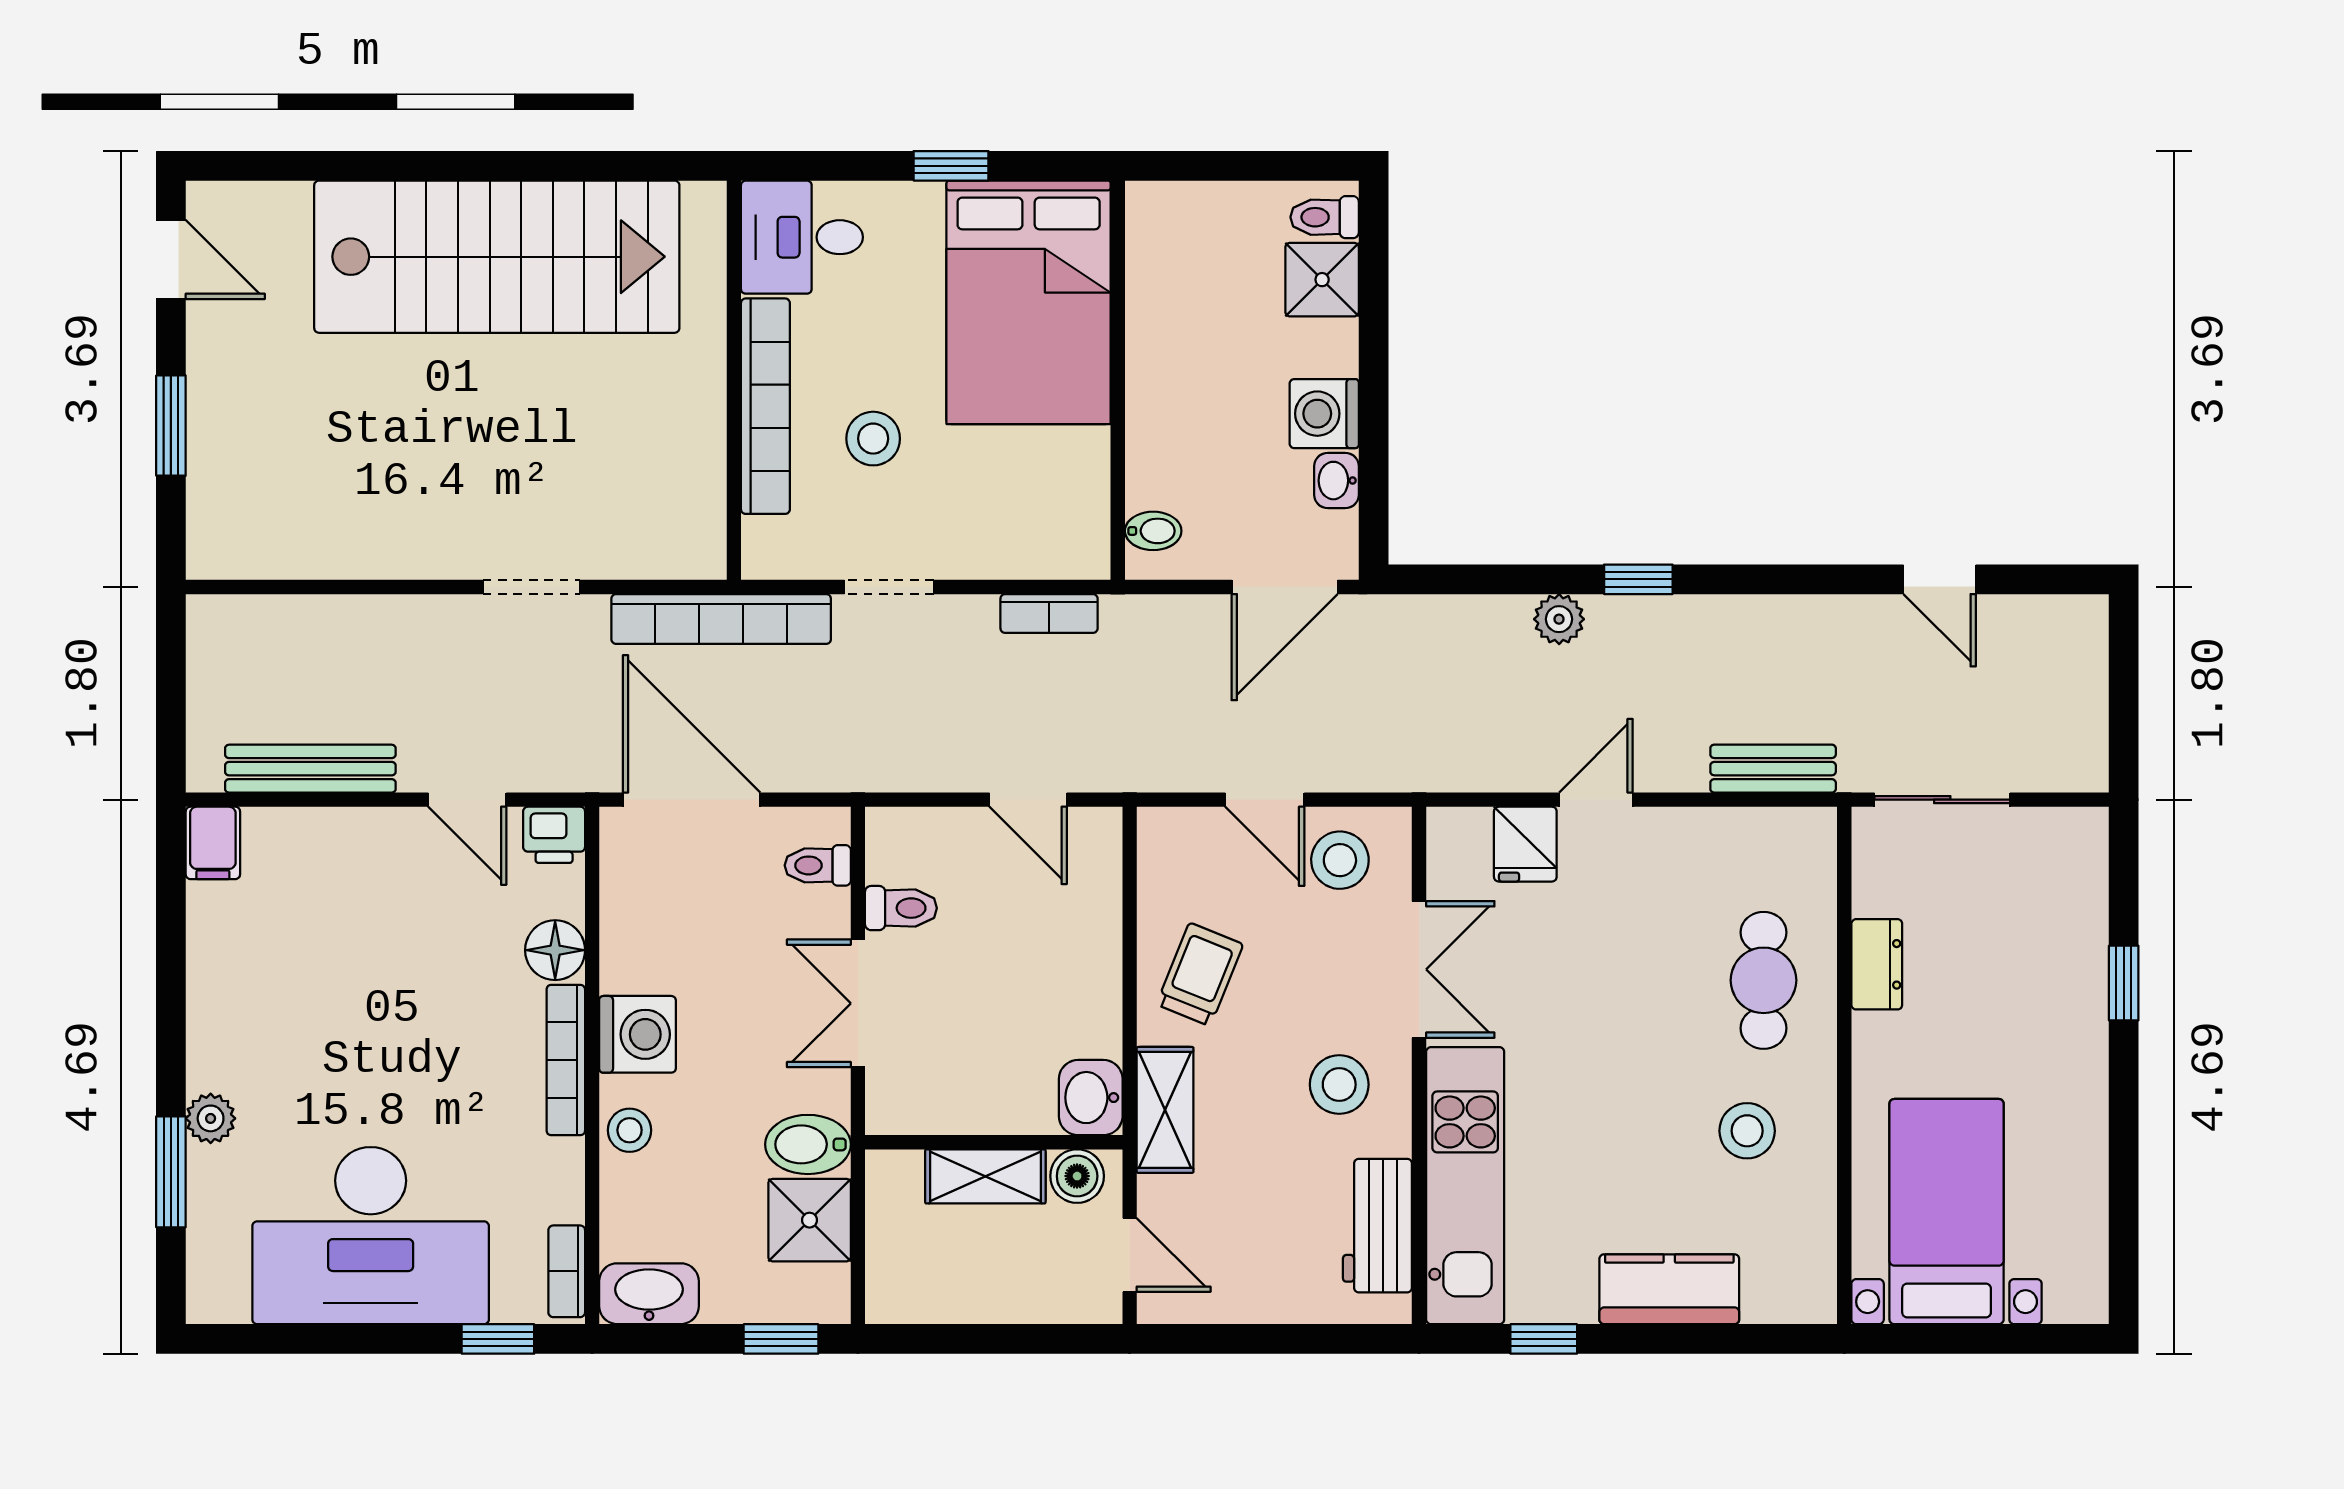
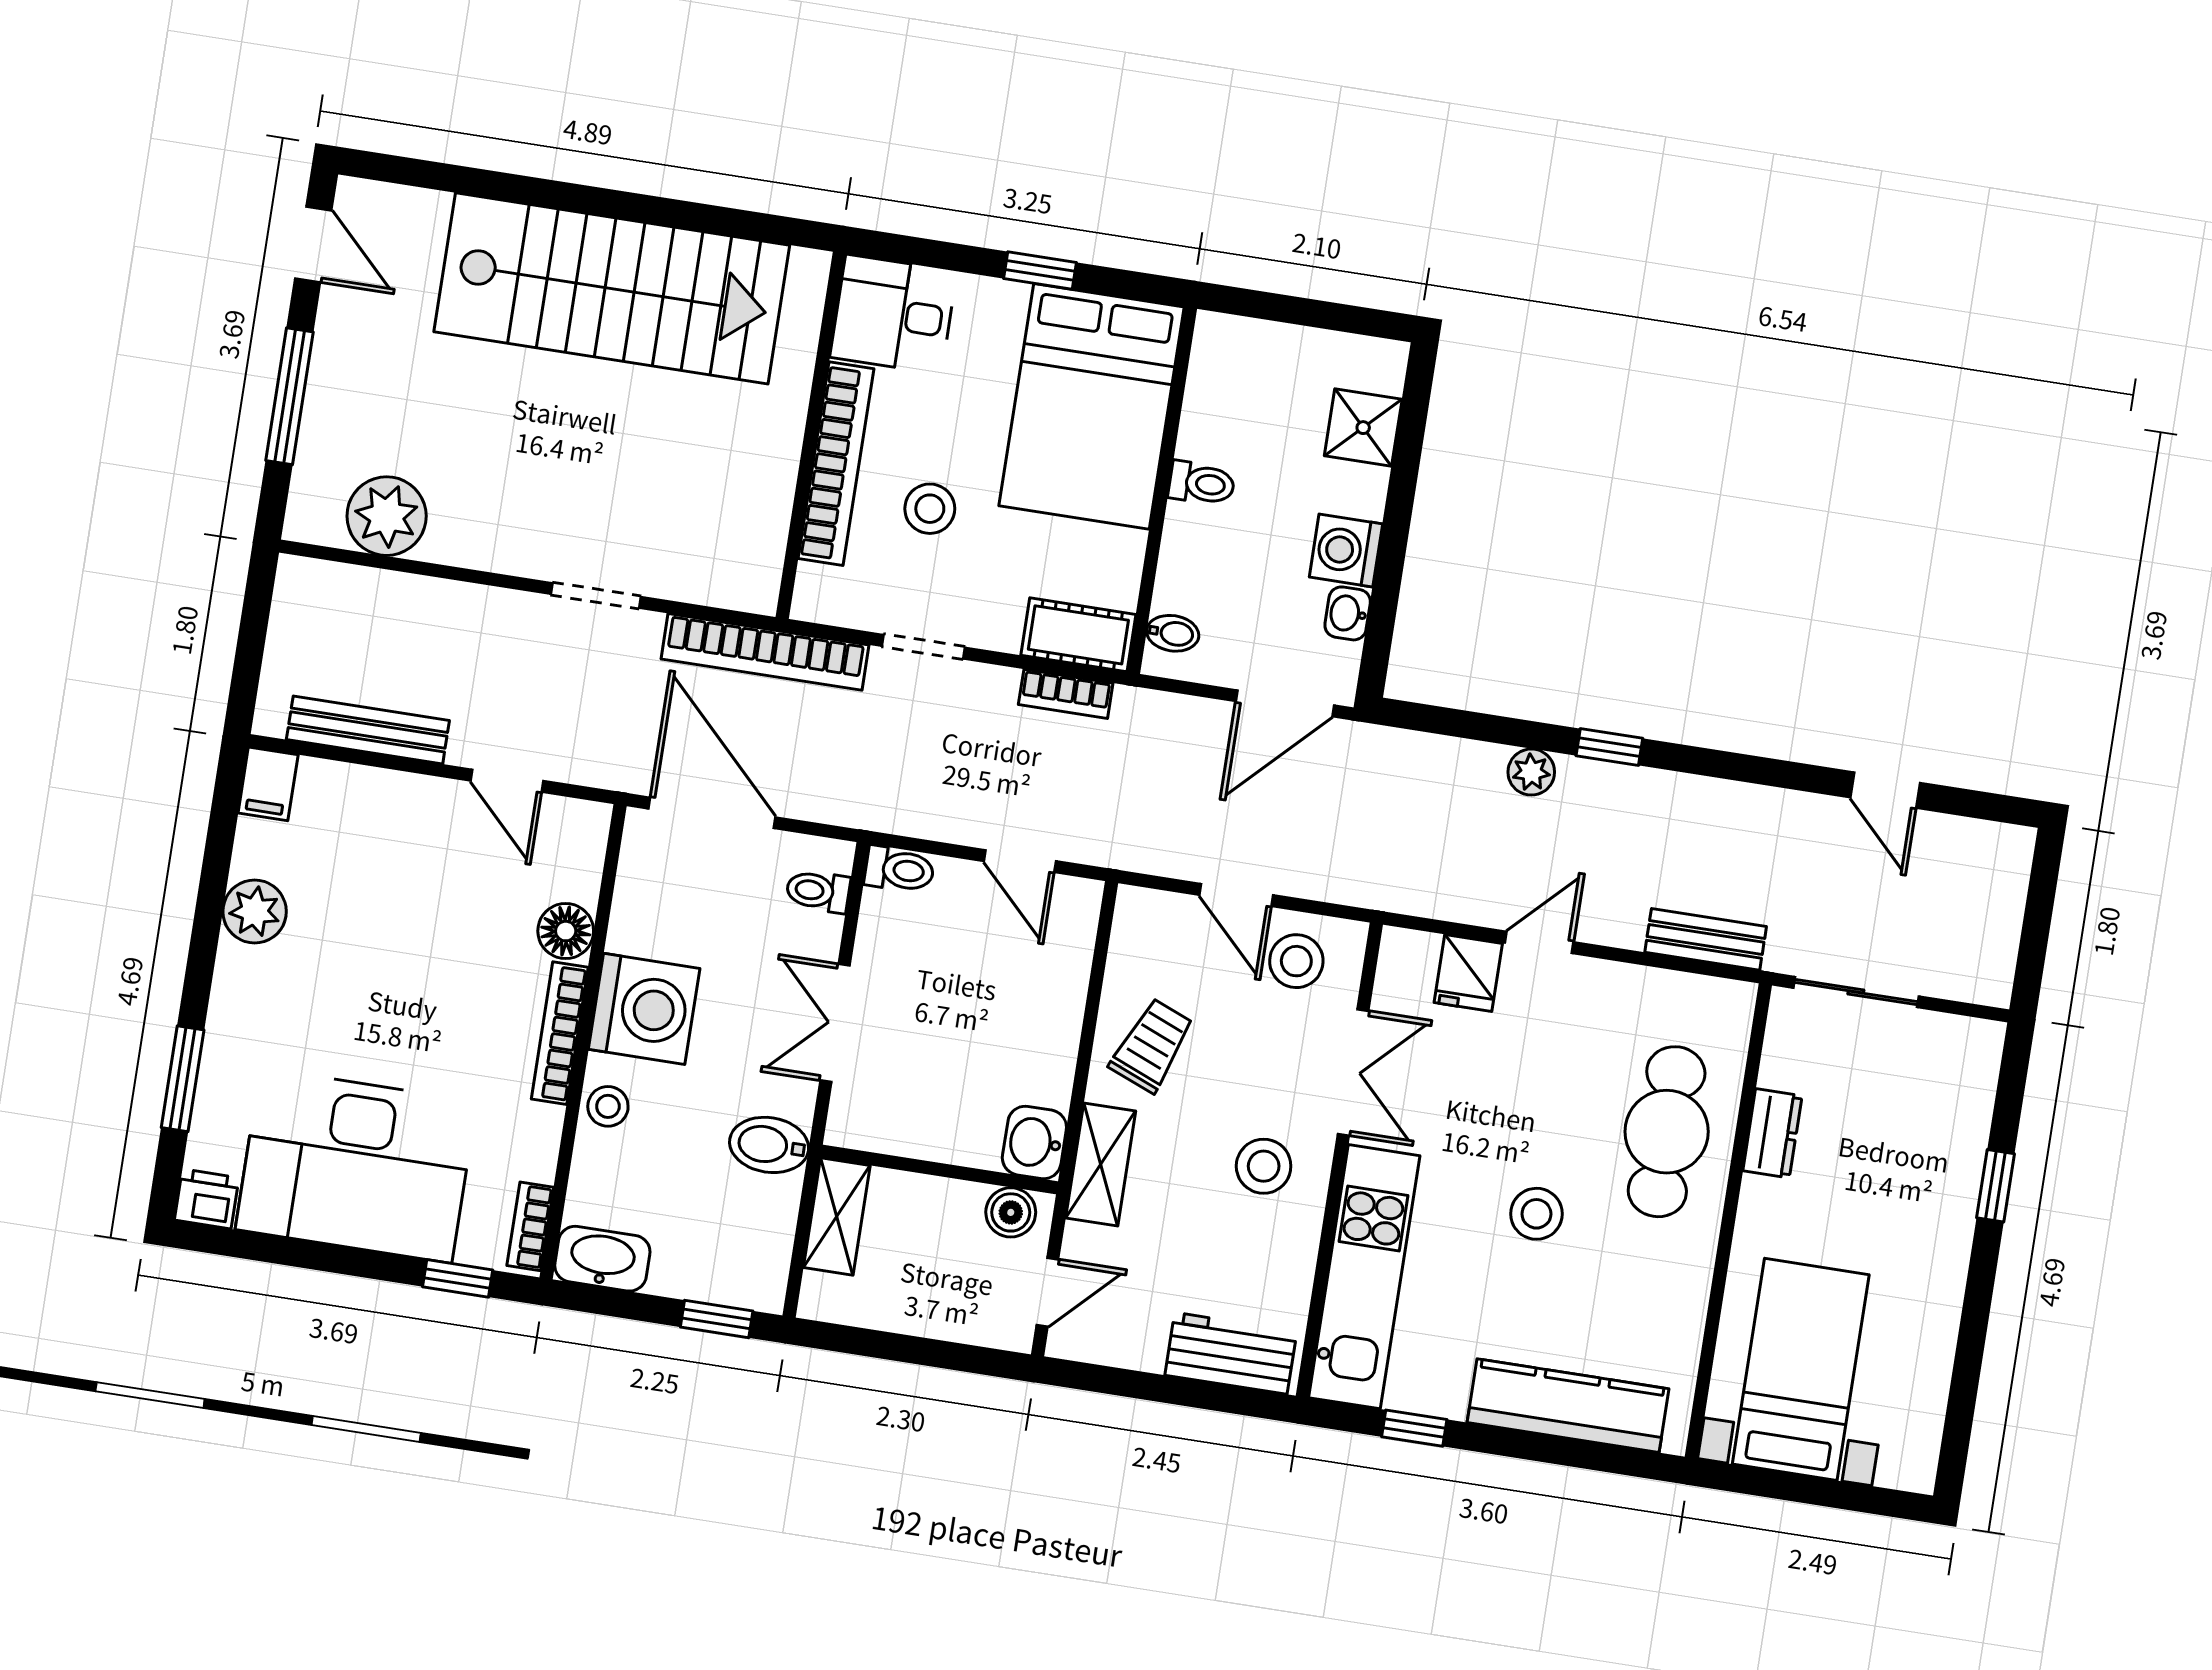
toilet: (1325, 217) -> (1202, 483), moved, turned 180
window: (171, 426) -> (289, 396), width x1.44
plant: (295, 537) -> (387, 516), added
cot: (1053, 548) -> (1078, 635), added
printer: (554, 835) -> (207, 1199), moved, turned 180
toilet: (901, 908) -> (899, 870), moved
cafe table: (1764, 980) -> (1667, 1132), width x1.37, depth x1.35
washing machine: (638, 1034) -> (644, 1009), width x1.37, depth x1.37
plant: (211, 1118) -> (255, 912), moved, width x1.38, depth x1.38
stool: (1747, 1131) -> (1536, 1214), moved
shelving: (985, 1176) -> (837, 1216), moved, turned 90
shower: (810, 1220) -> (760, 1214), removed
workbench: (1377, 1226) -> (1231, 1353), moved, turned 90
door: (1130, 1255) -> (1047, 1292), hinge flipped
kitchen counter: (1669, 1289) -> (1568, 1406), width x1.50

